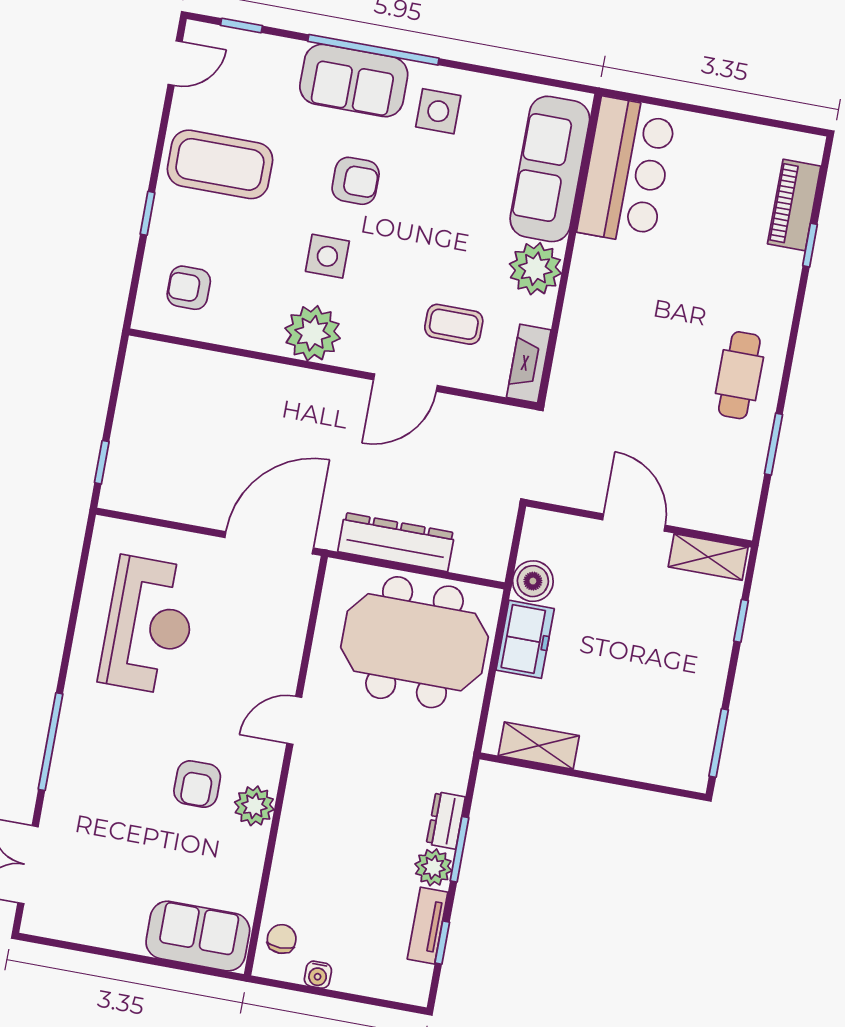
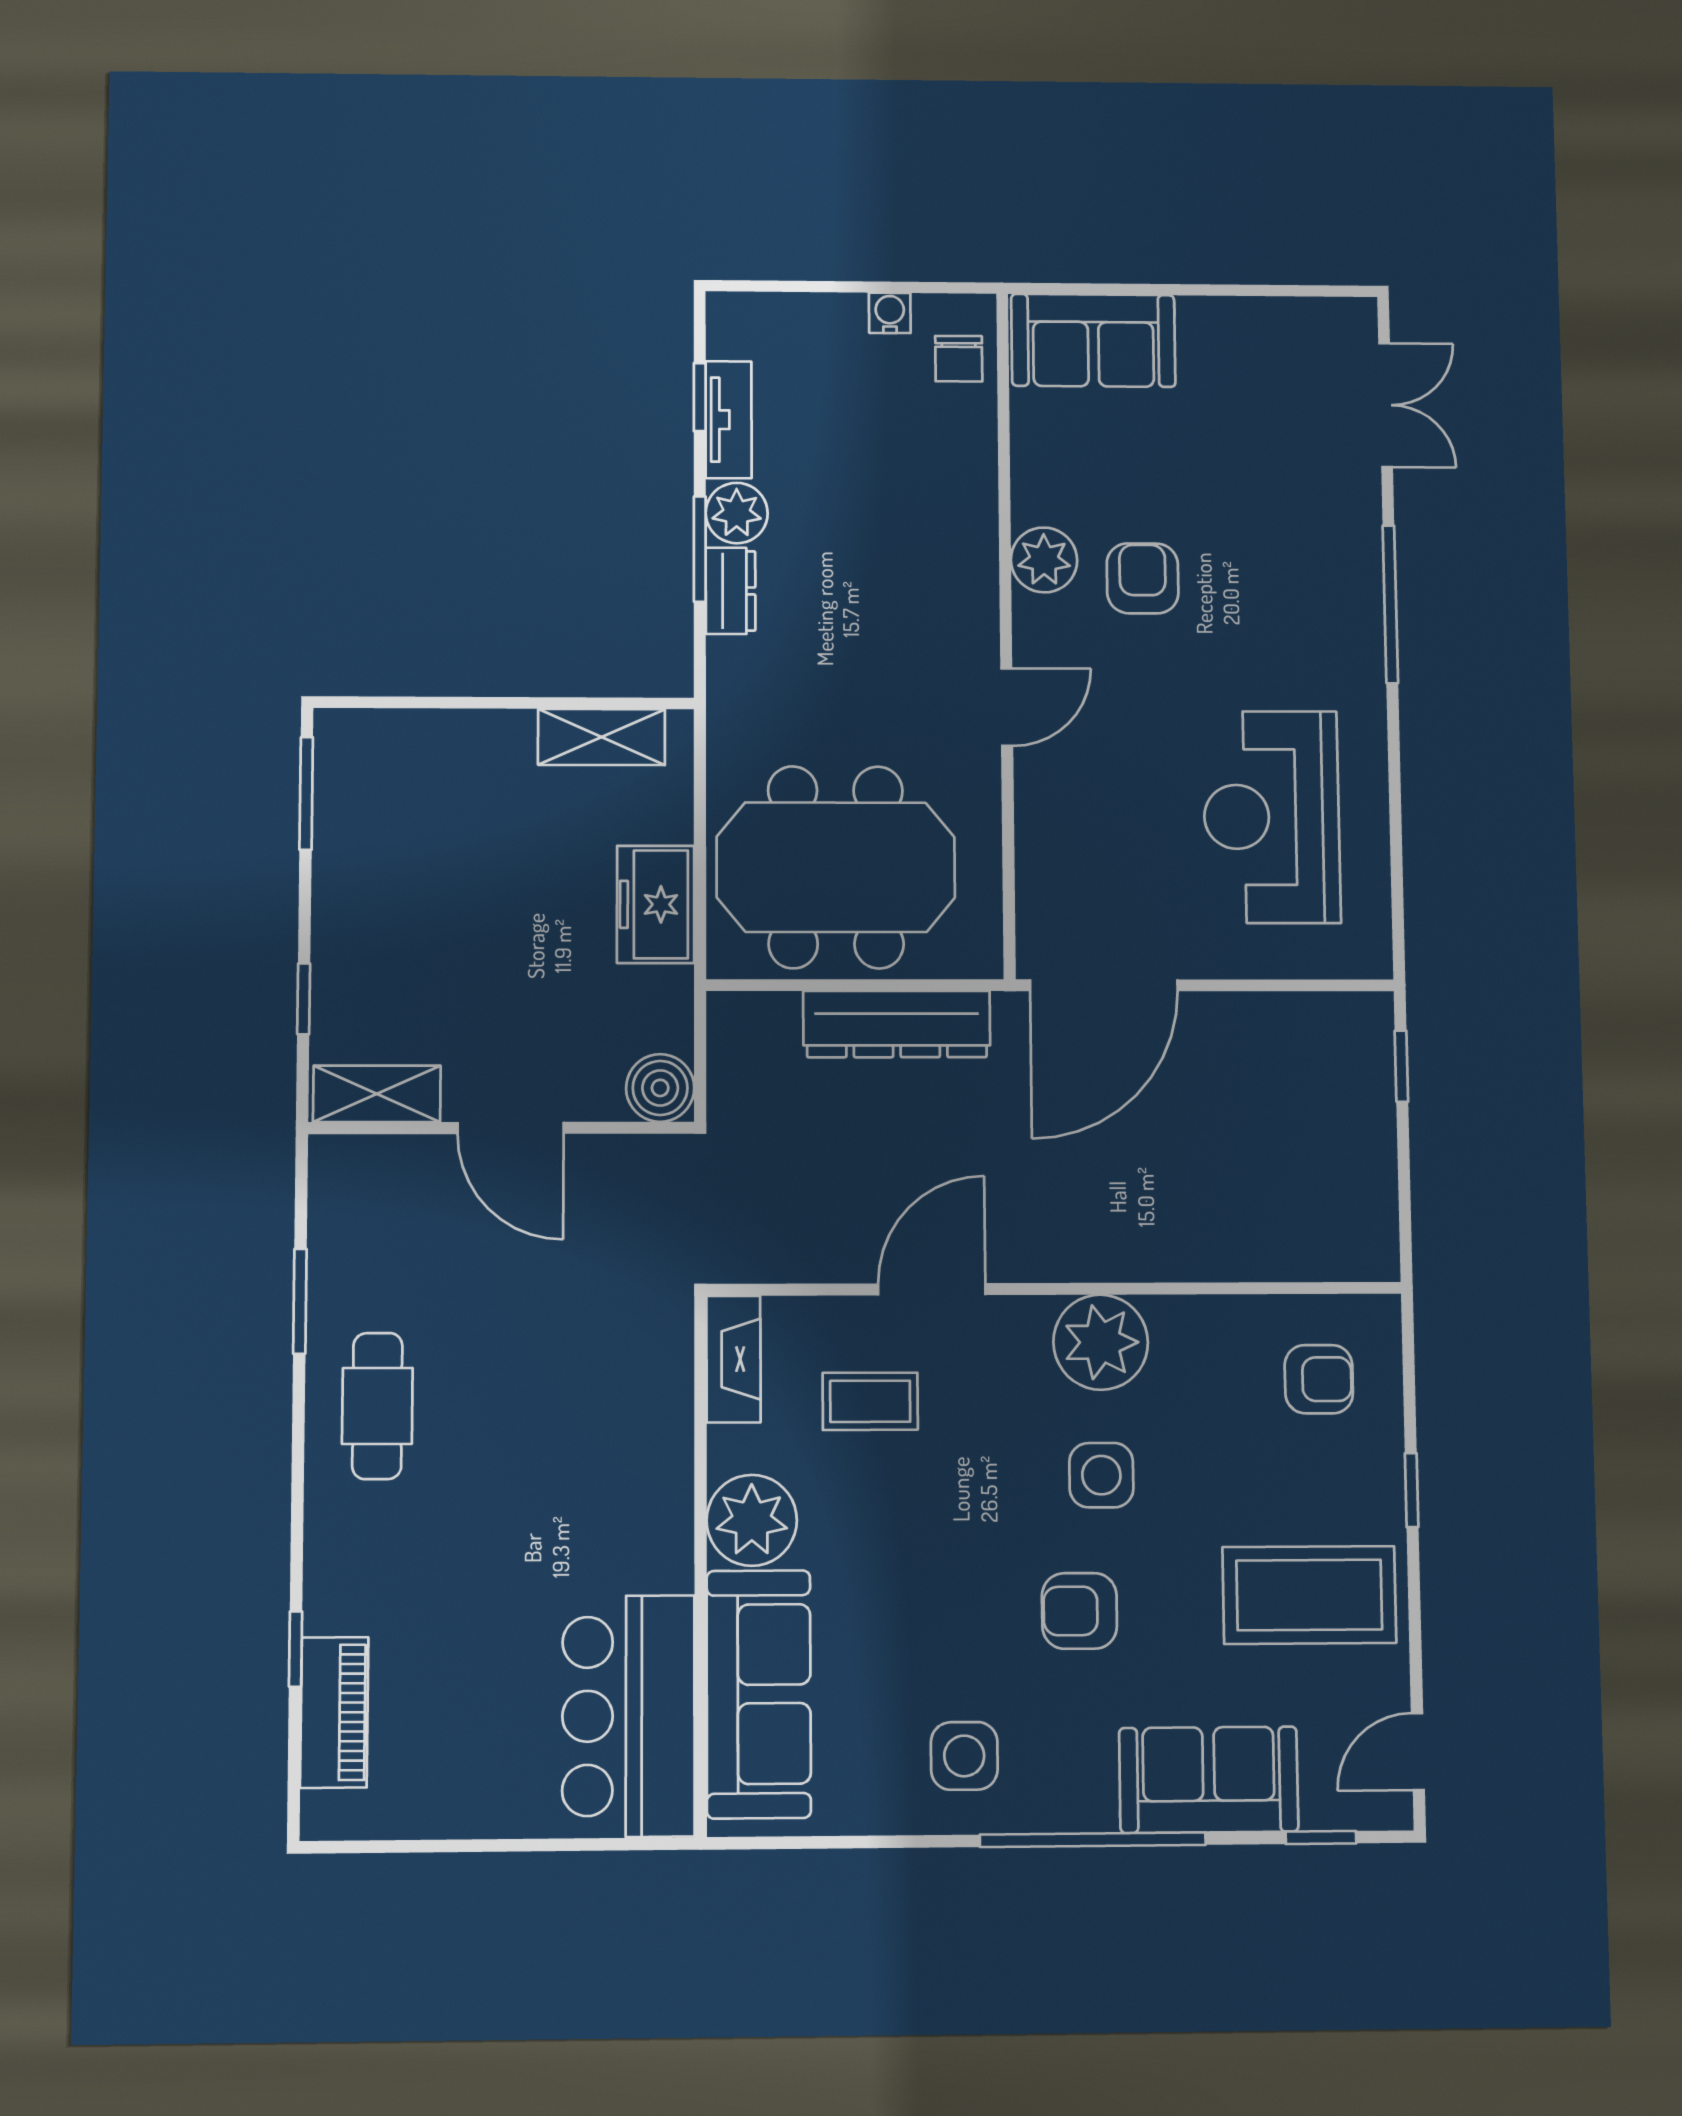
sofa: (354, 81) -> (1209, 1780), moved
boiler: (533, 581) -> (660, 1088), moved

